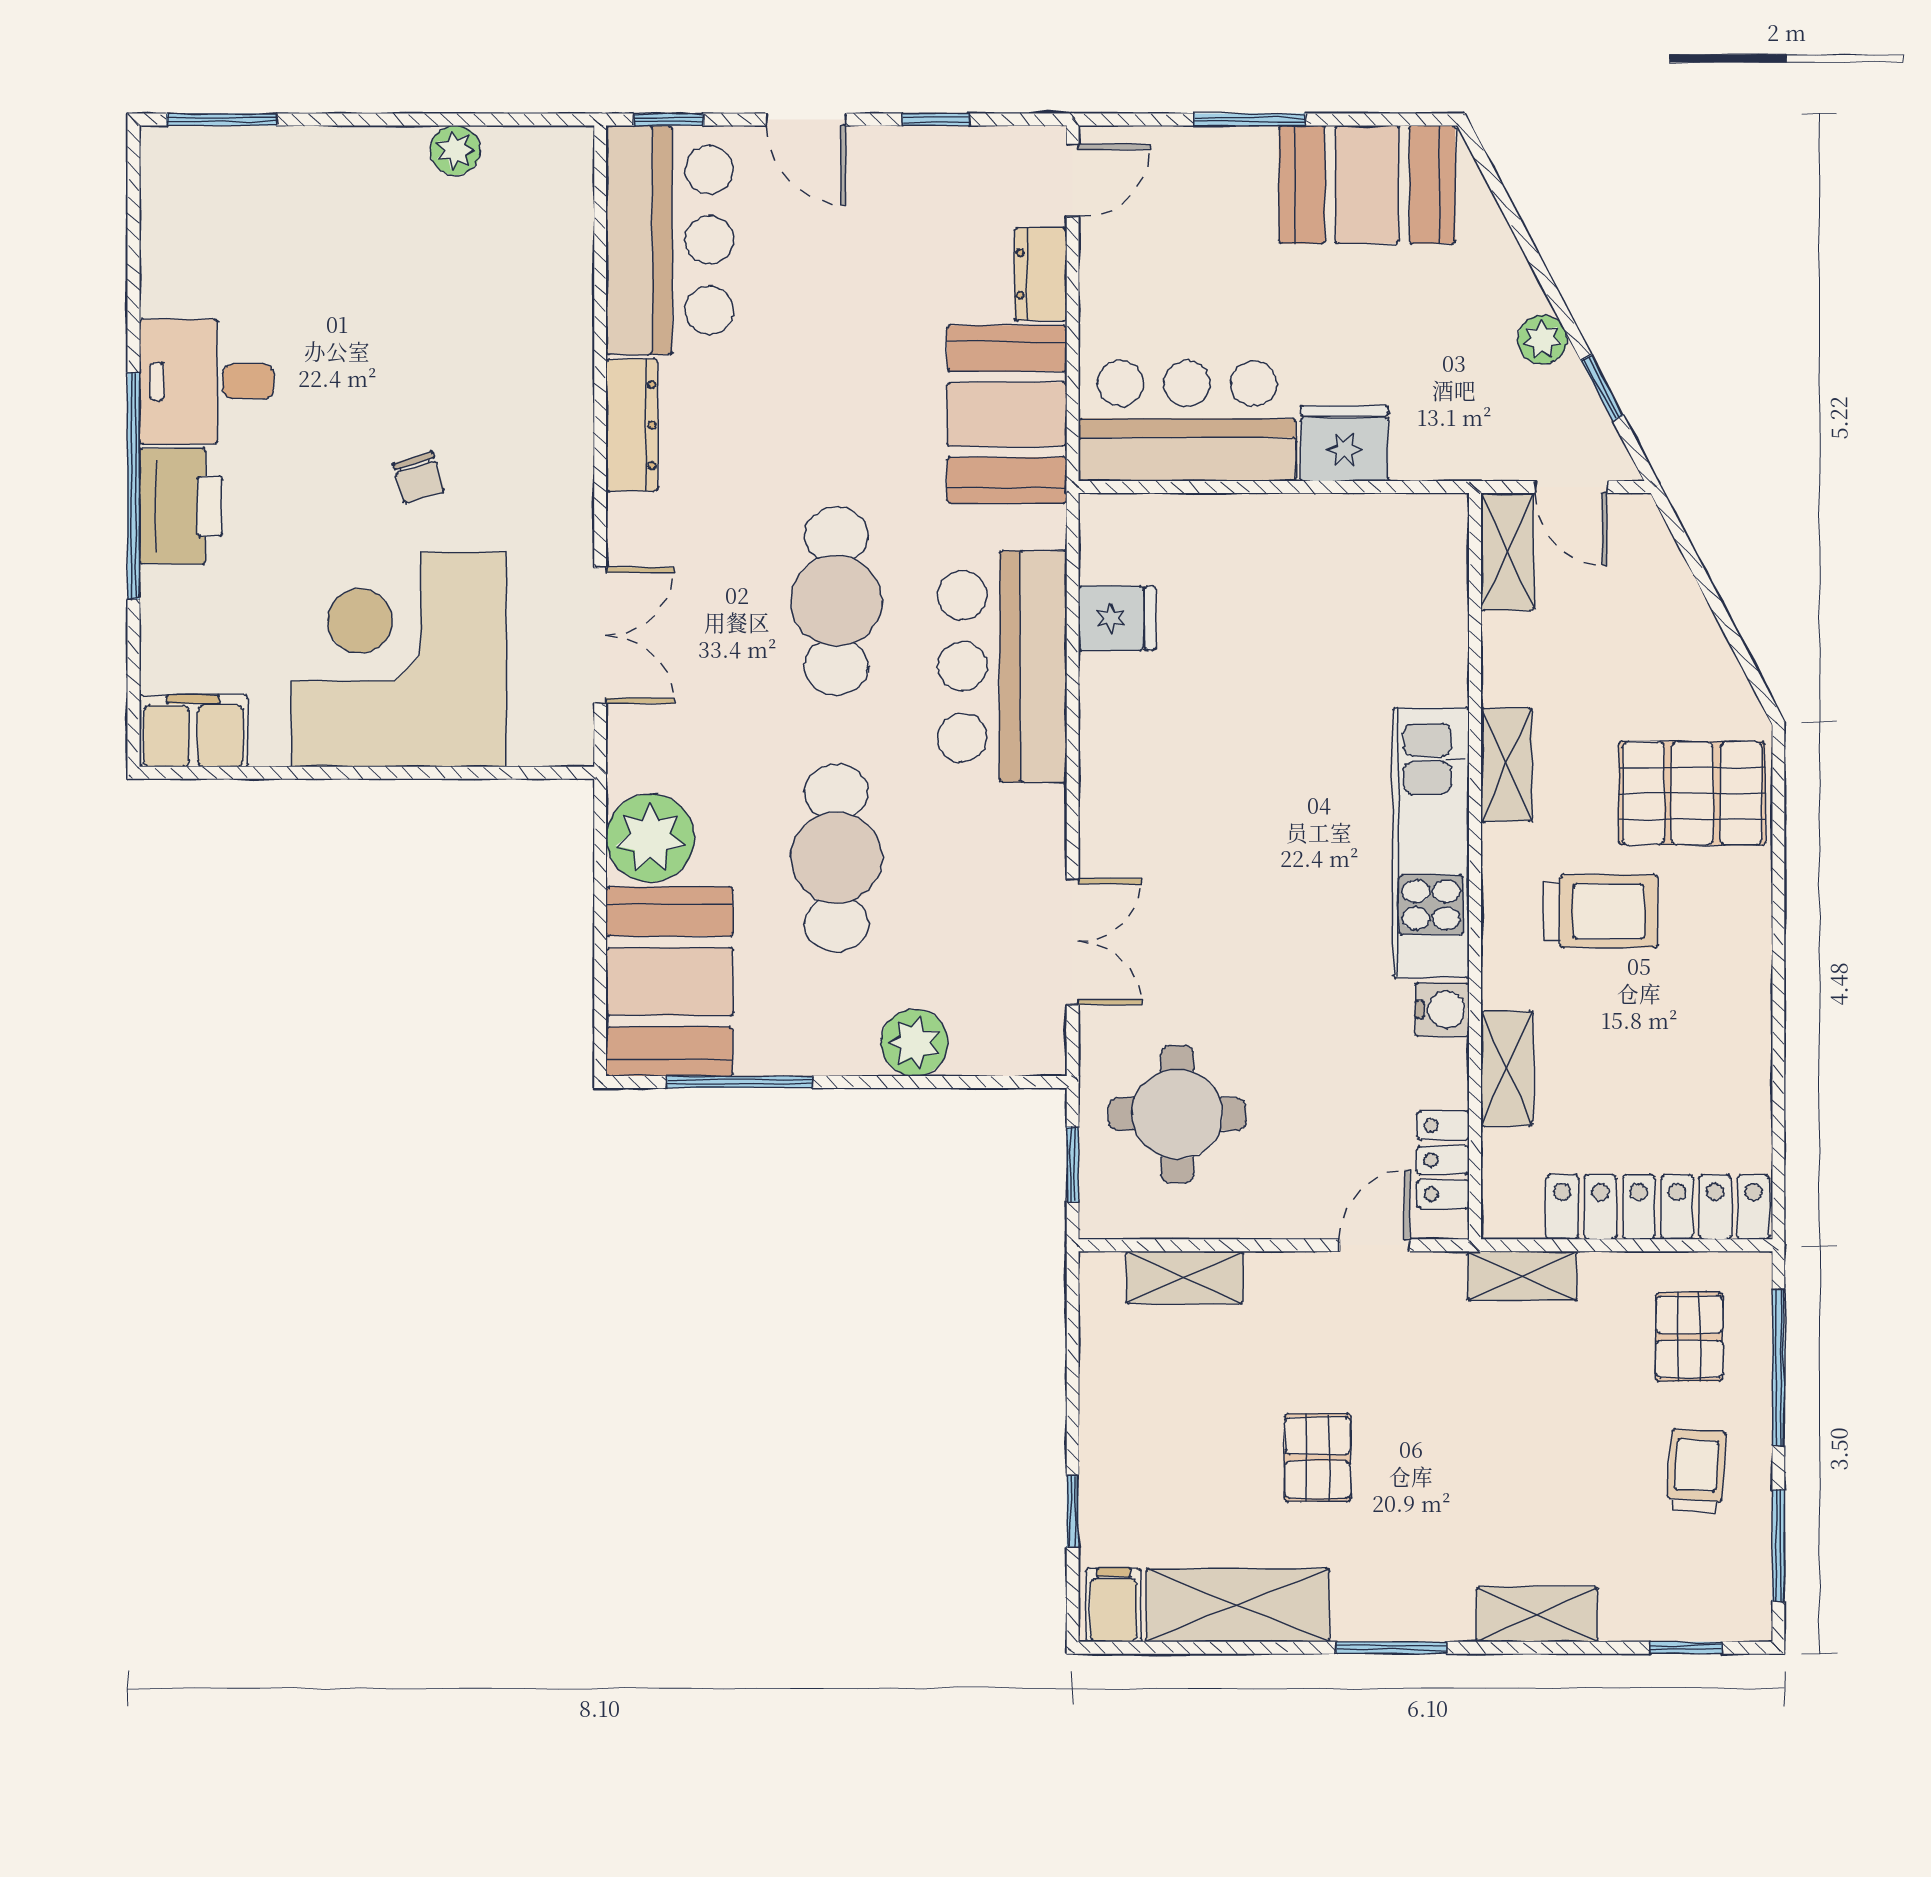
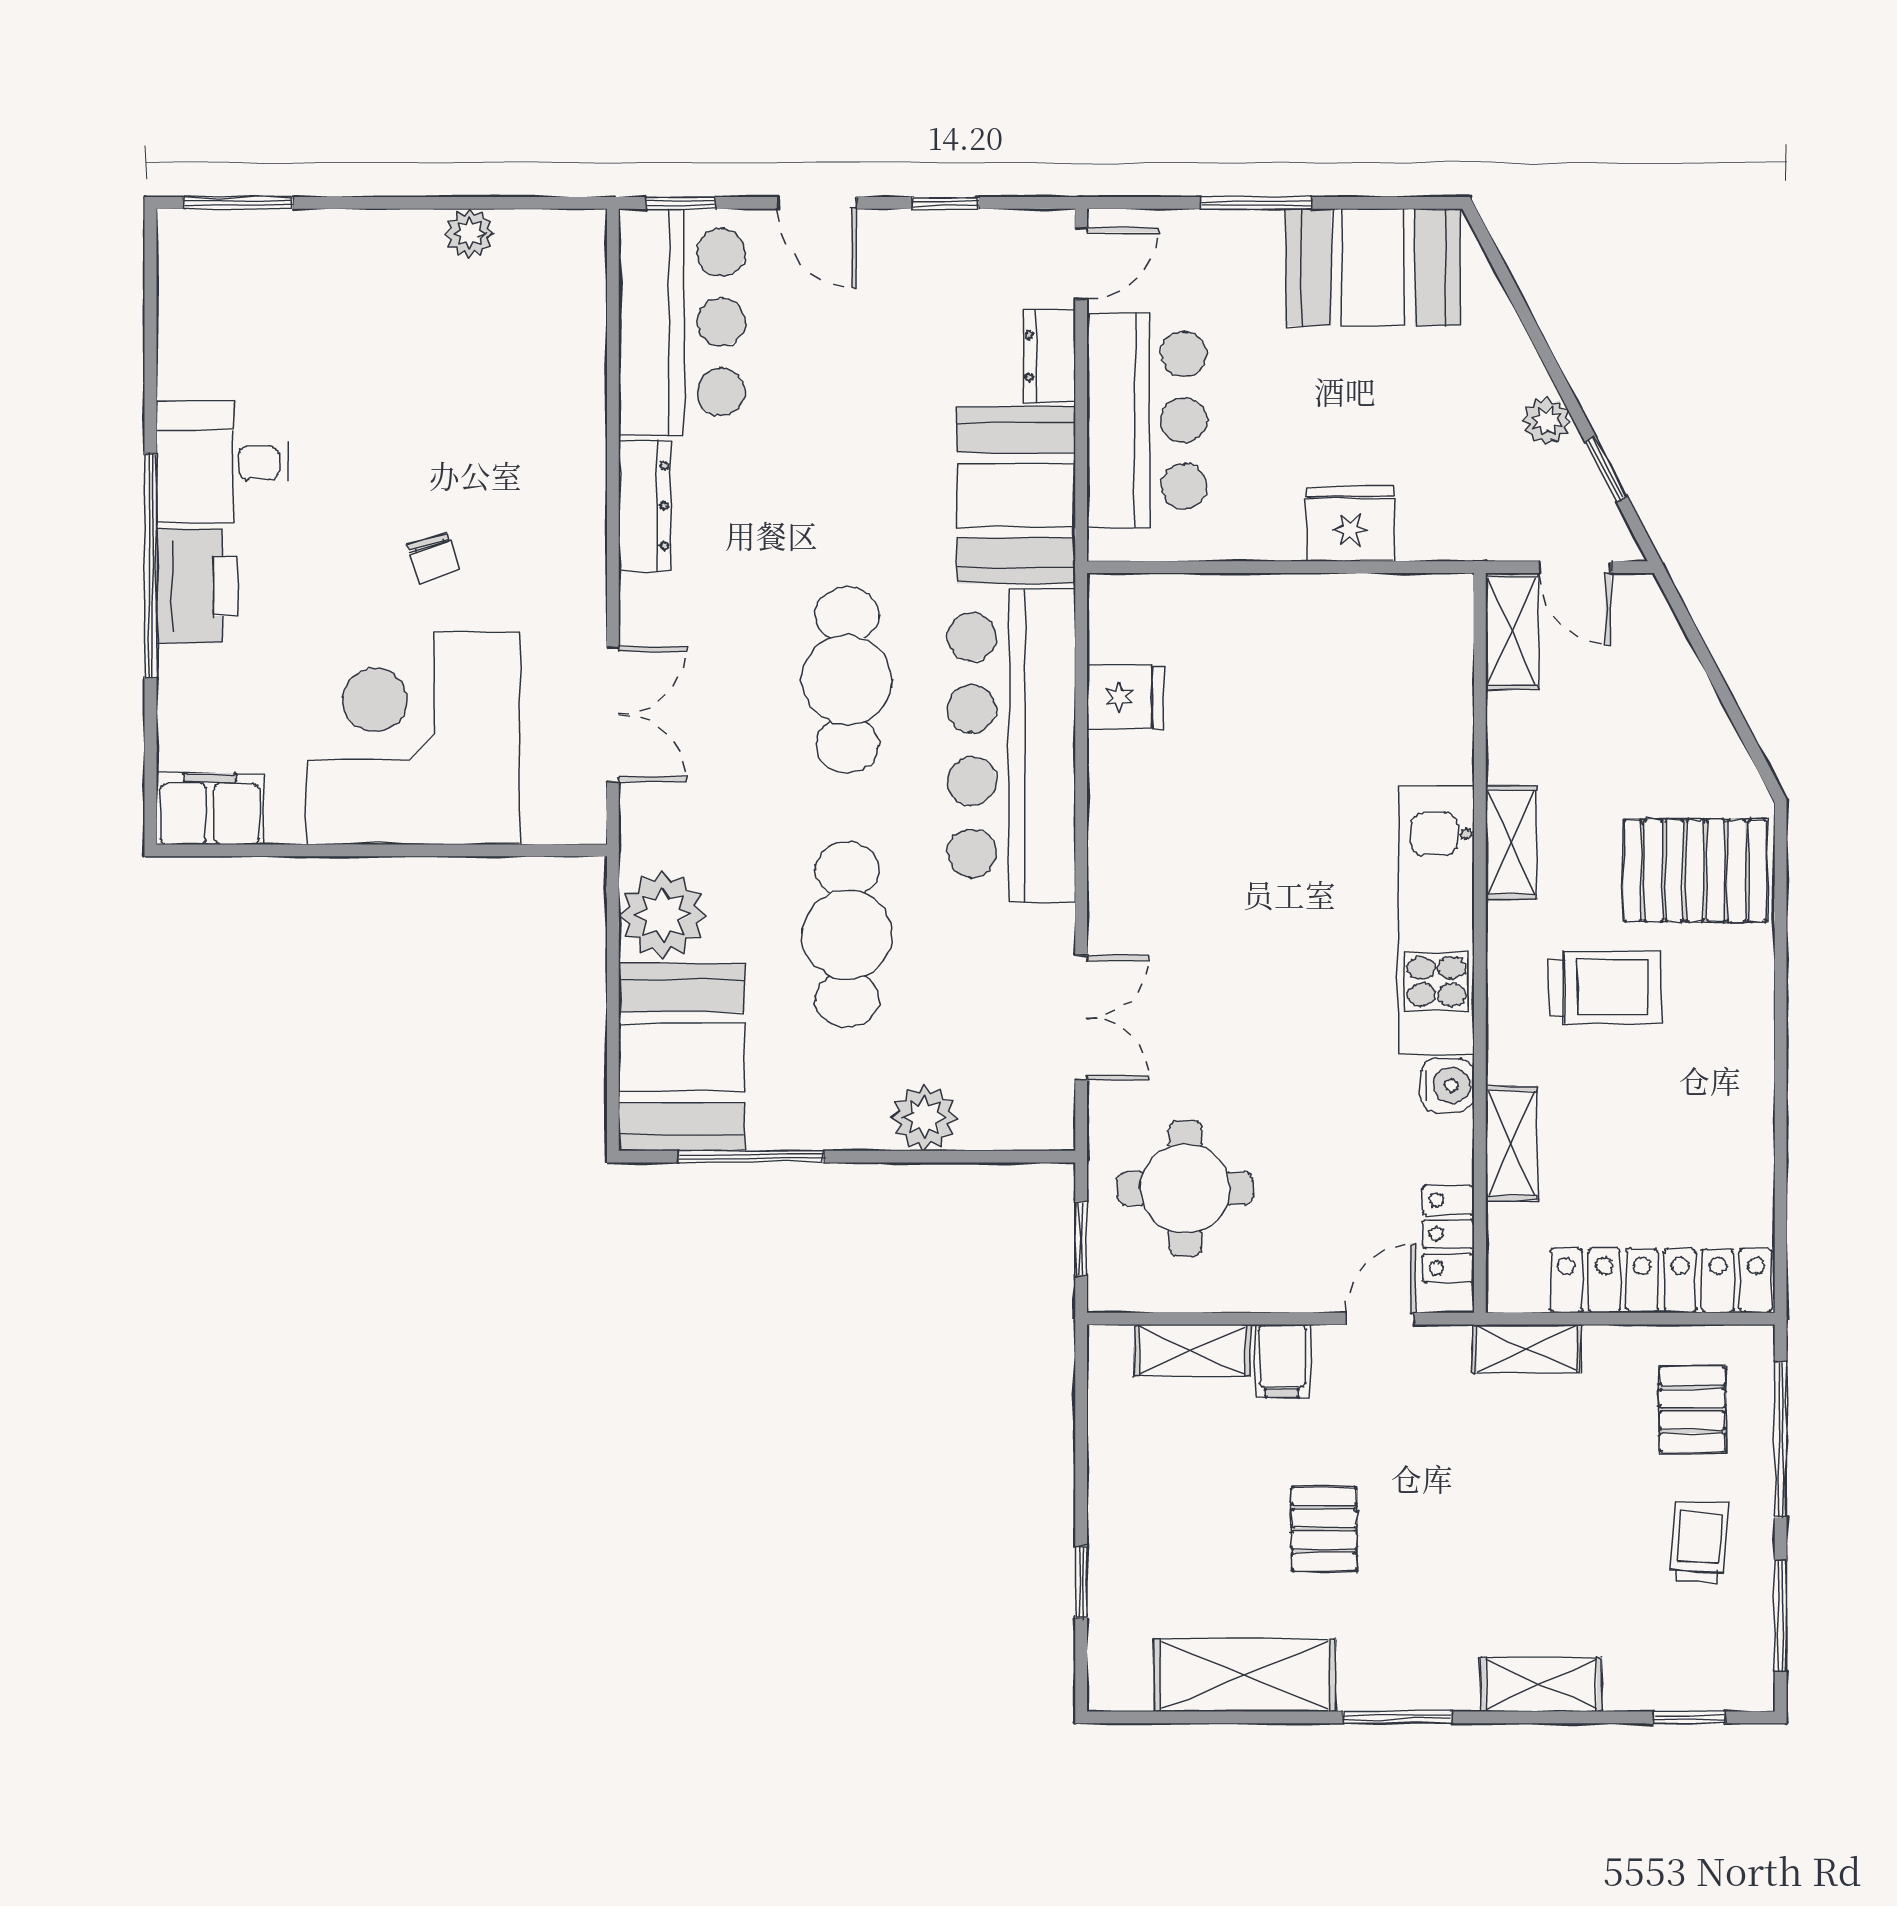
bar counter: (1187, 421) -> (1147, 420), moved, turned 90
bar counter: (1002, 666) -> (1011, 745), width x1.36
filing cabinet: (1114, 1605) -> (1282, 1361), moved, turned 180

